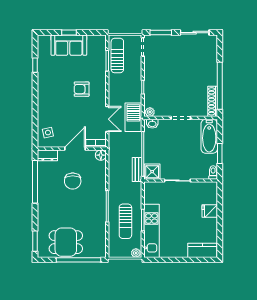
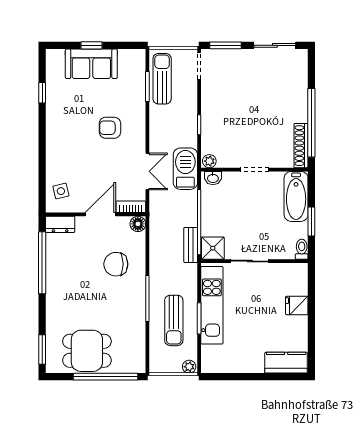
chair: (73, 181) -> (116, 264), moved, turned 90
kitchen unit: (151, 231) -> (212, 305), moved

